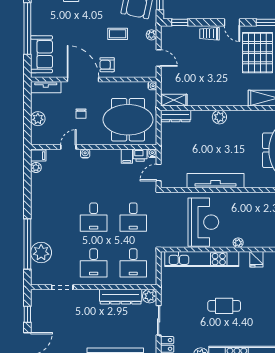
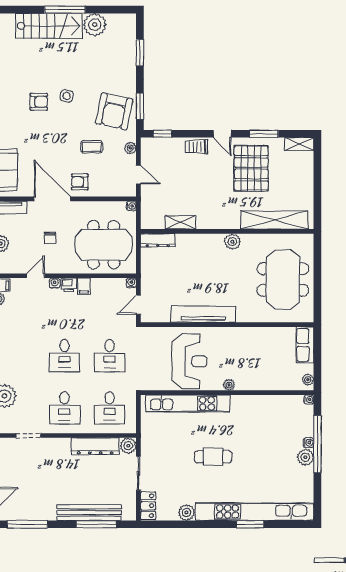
shelving: (174, 100) -> (180, 222), moved
plant: (219, 117) -> (232, 242), moved
printer: (140, 155) -> (69, 285), moved
filing cabinet: (127, 156) -> (84, 286), moved
fridge: (256, 259) -> (250, 404), removed

